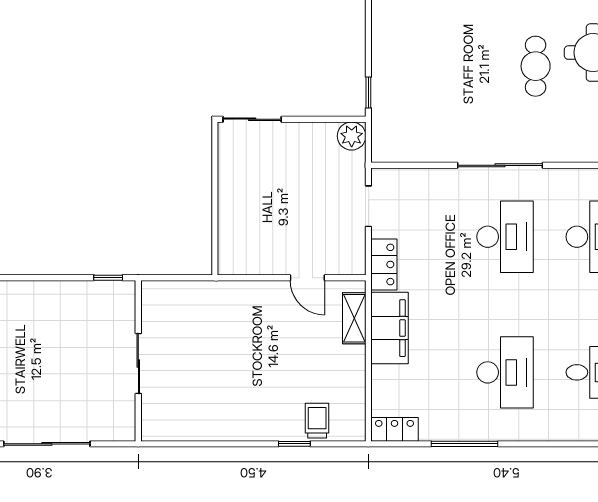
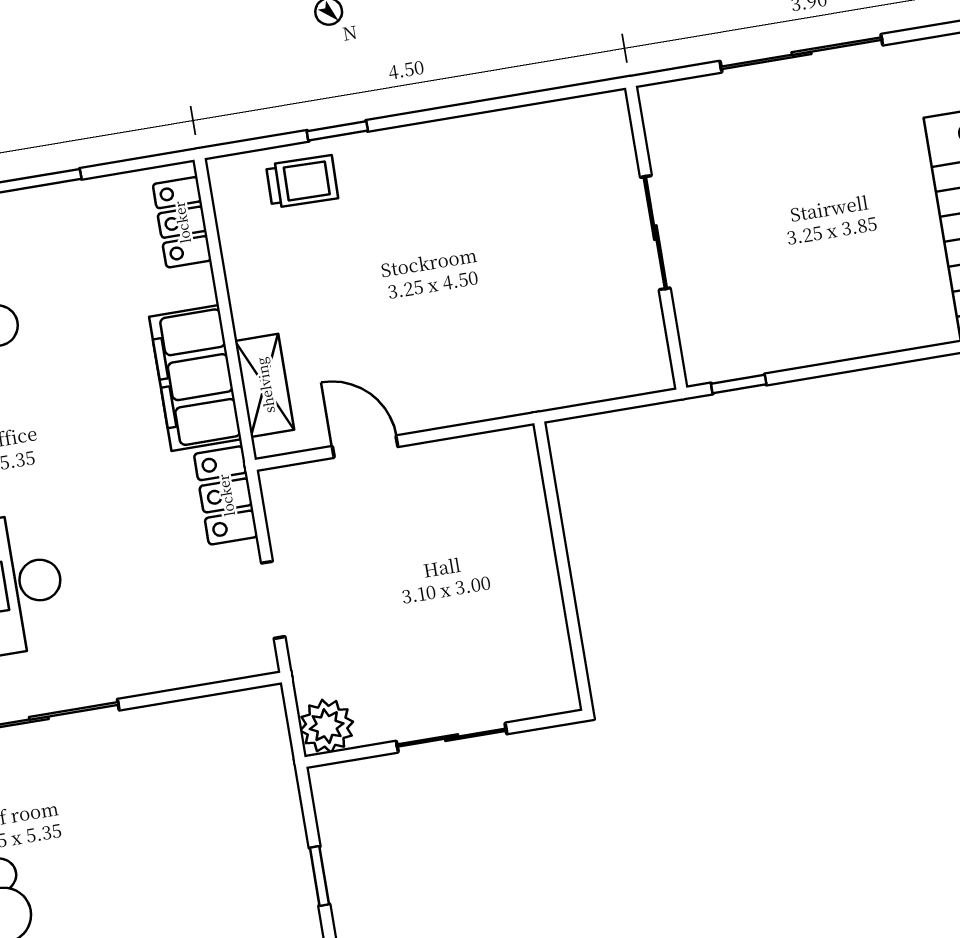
window: (368, 93) -> (319, 876), moved
sliding door: (252, 119) -> (452, 738), moved
trolley: (317, 421) -> (302, 182), turned -89
locker: (395, 429) -> (182, 222), moved, turned 90

